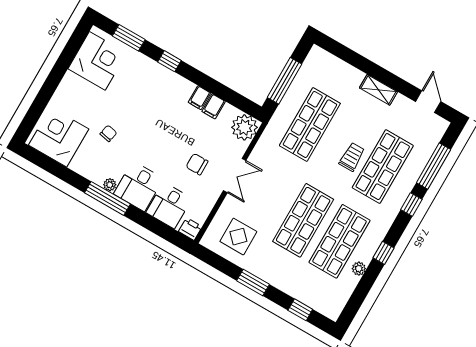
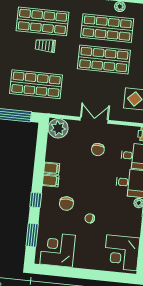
chair: (148, 97) -> (66, 204), added
filing cabinet: (214, 106) -> (51, 181), moved
chair: (108, 133) -> (90, 218), moved

